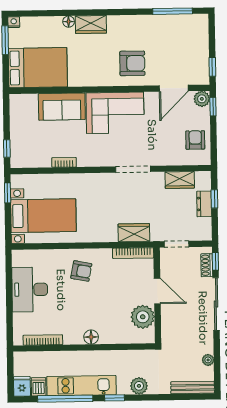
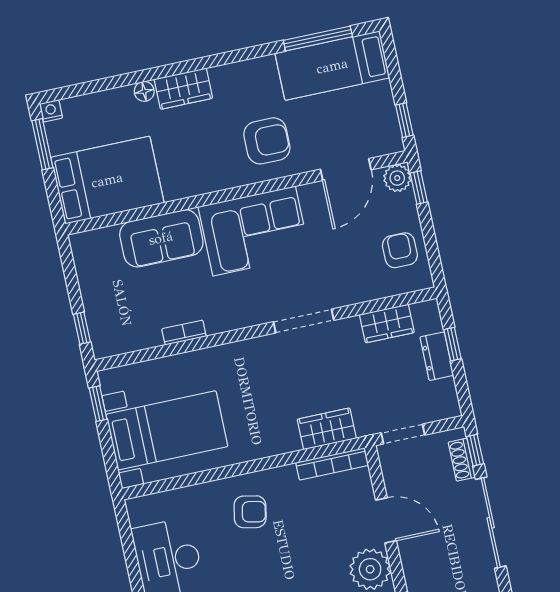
bed: (178, 28) -> (332, 66), added

